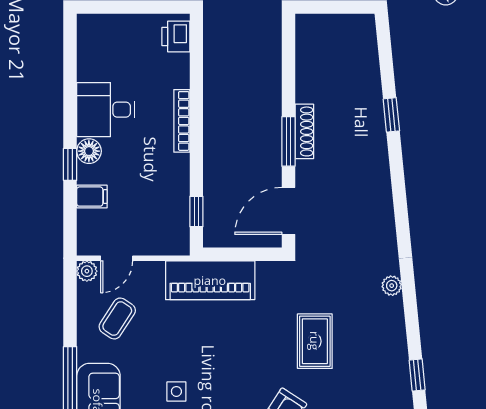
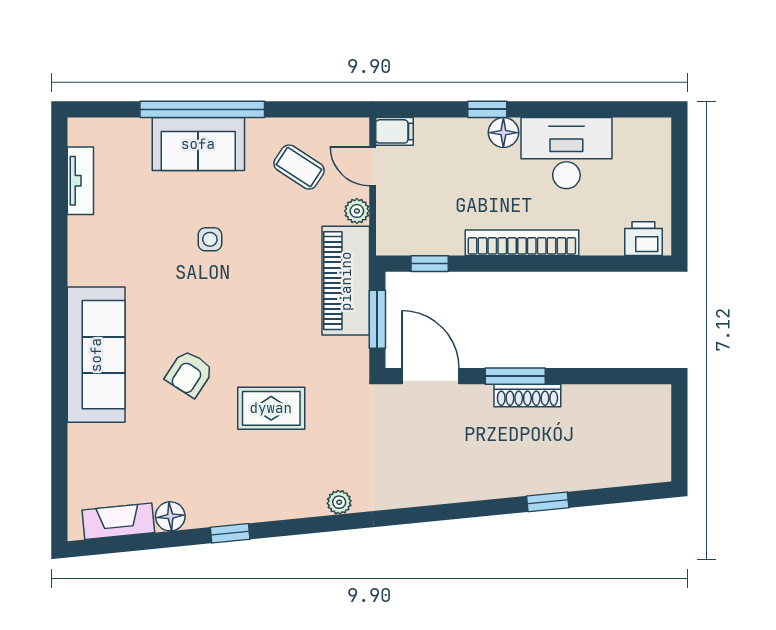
desk: (106, 110) -> (566, 153), width x1.37
bookcase: (182, 121) -> (522, 243), width x1.48, depth x1.31
filing cabinet: (92, 197) -> (394, 131), moved, turned -90
window: (242, 254) -> (377, 319), added
plant: (87, 271) -> (357, 211), moved

